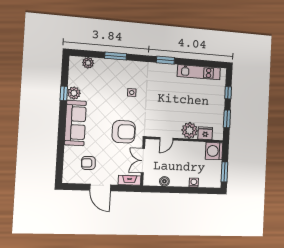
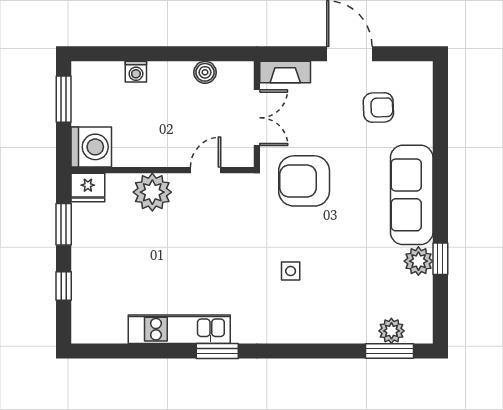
window: (116, 56) -> (389, 351), moved
kitchen unit: (199, 72) -> (179, 329), moved
fridge: (205, 133) -> (88, 187), moved

